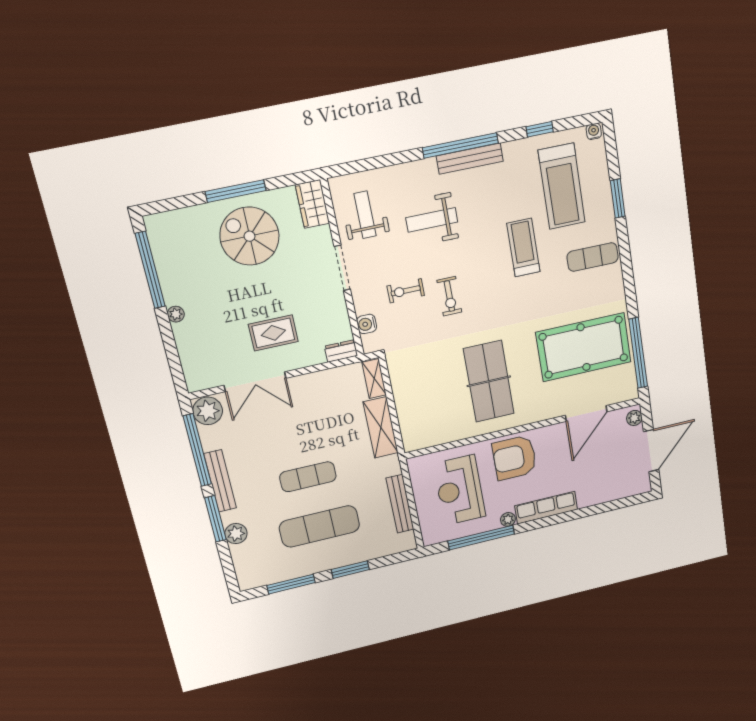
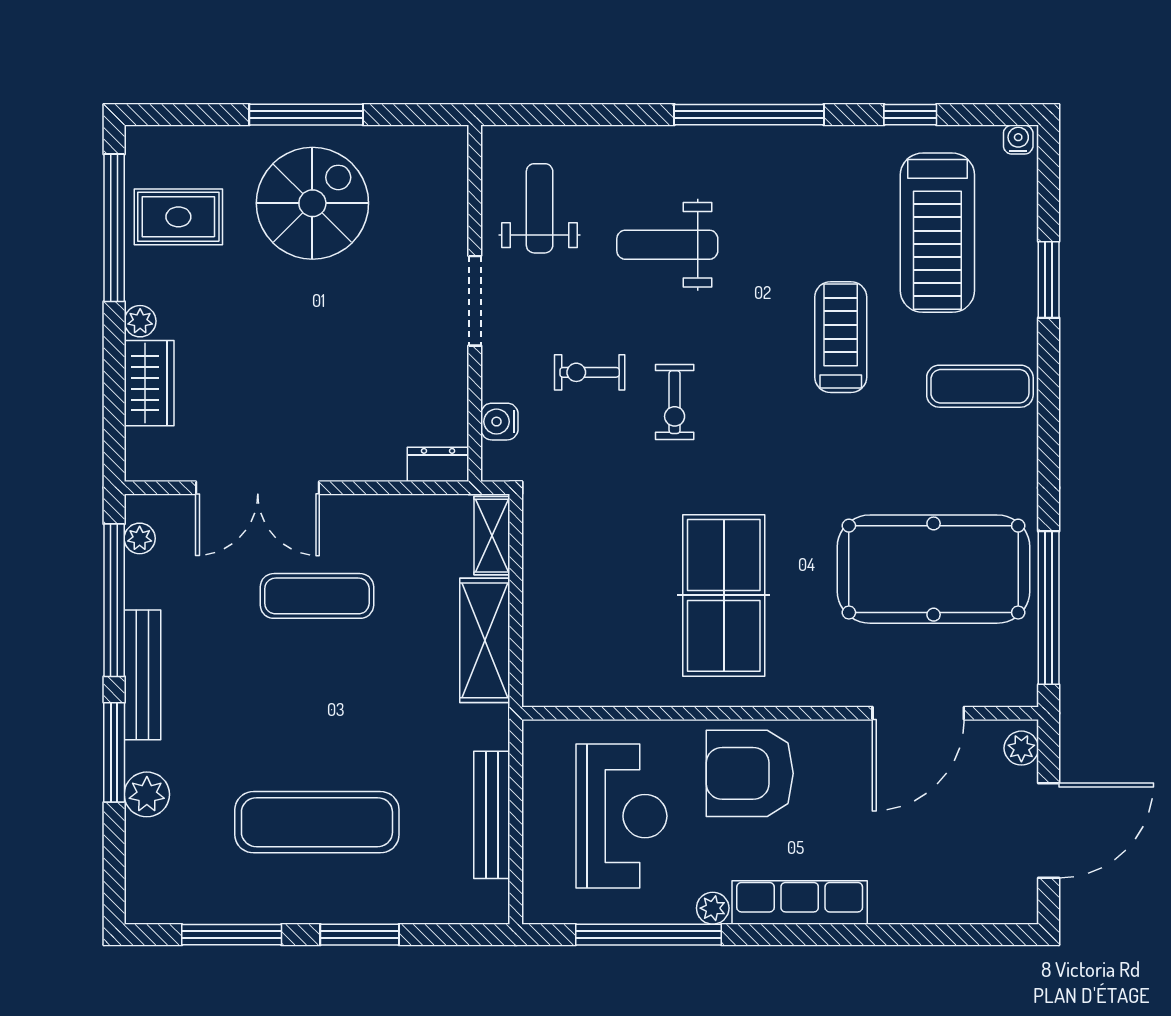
bench: (470, 159) -> (763, 143), removed
wardrobe: (312, 204) -> (149, 383), moved, turned 180
spiral stairs: (250, 236) -> (312, 203), turned 90
rug: (273, 333) -> (178, 217), moved
plant: (208, 411) -> (140, 538), width x0.53, depth x0.53
exercise mat: (308, 477) -> (317, 596), moved
reception desk: (460, 490) -> (621, 816), turned 180

